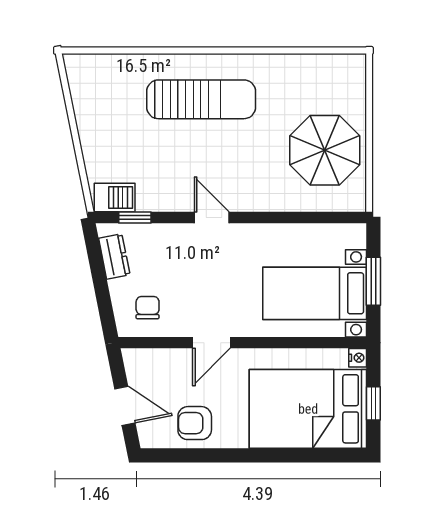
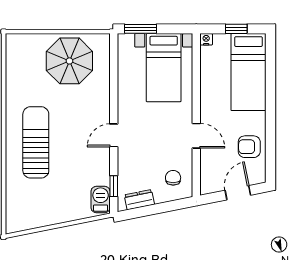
window: (373, 281) -> (140, 29), moved
chair: (148, 308) -> (173, 178), turned 90
bed: (308, 409) -> (248, 72), width x0.67
armchair: (195, 423) -> (249, 147), turned 90

